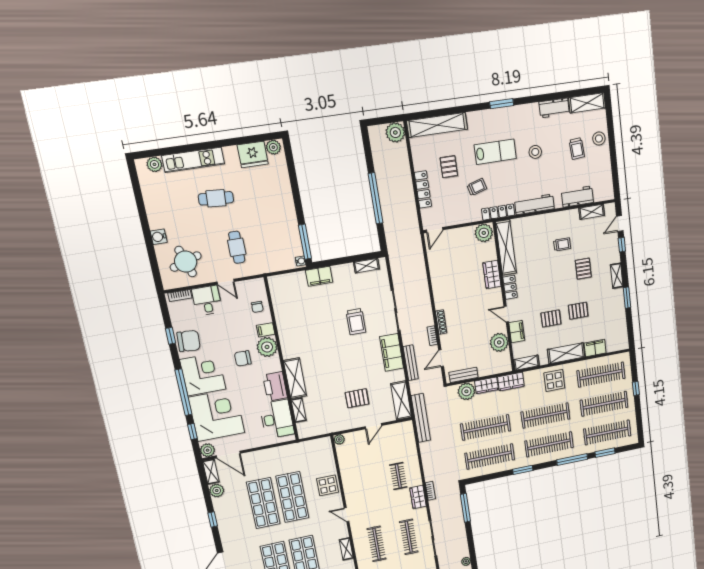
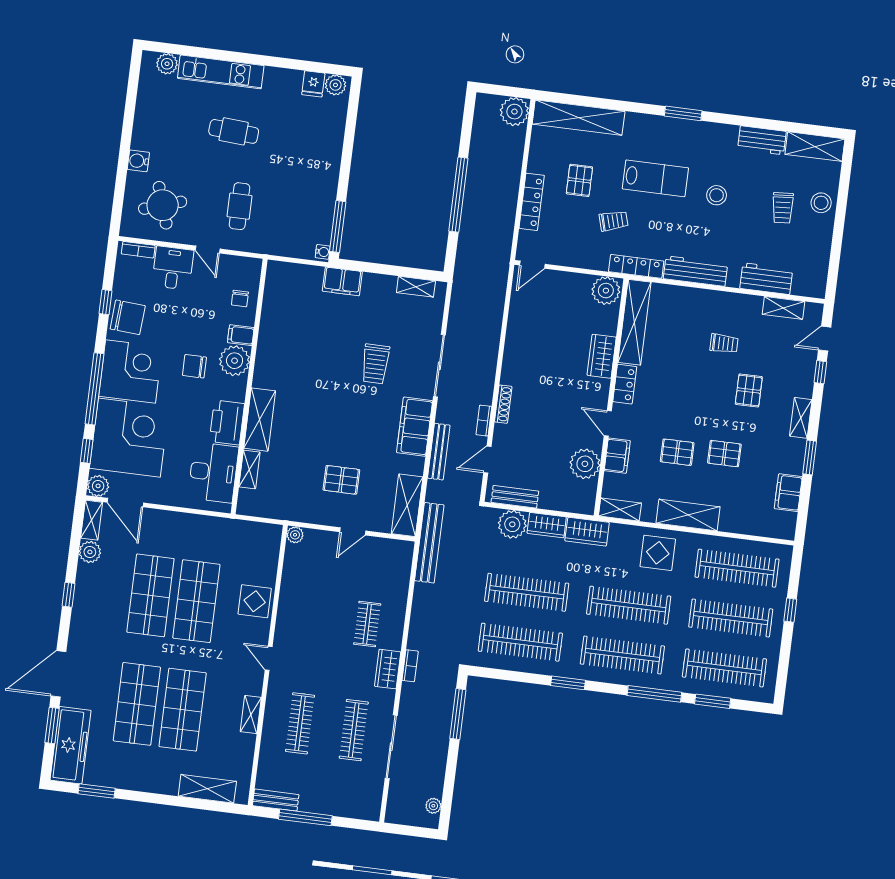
fridge: (253, 154) -> (313, 84), width x0.53, depth x0.75
filing cabinet: (595, 348) -> (788, 493), moved, turned -90

